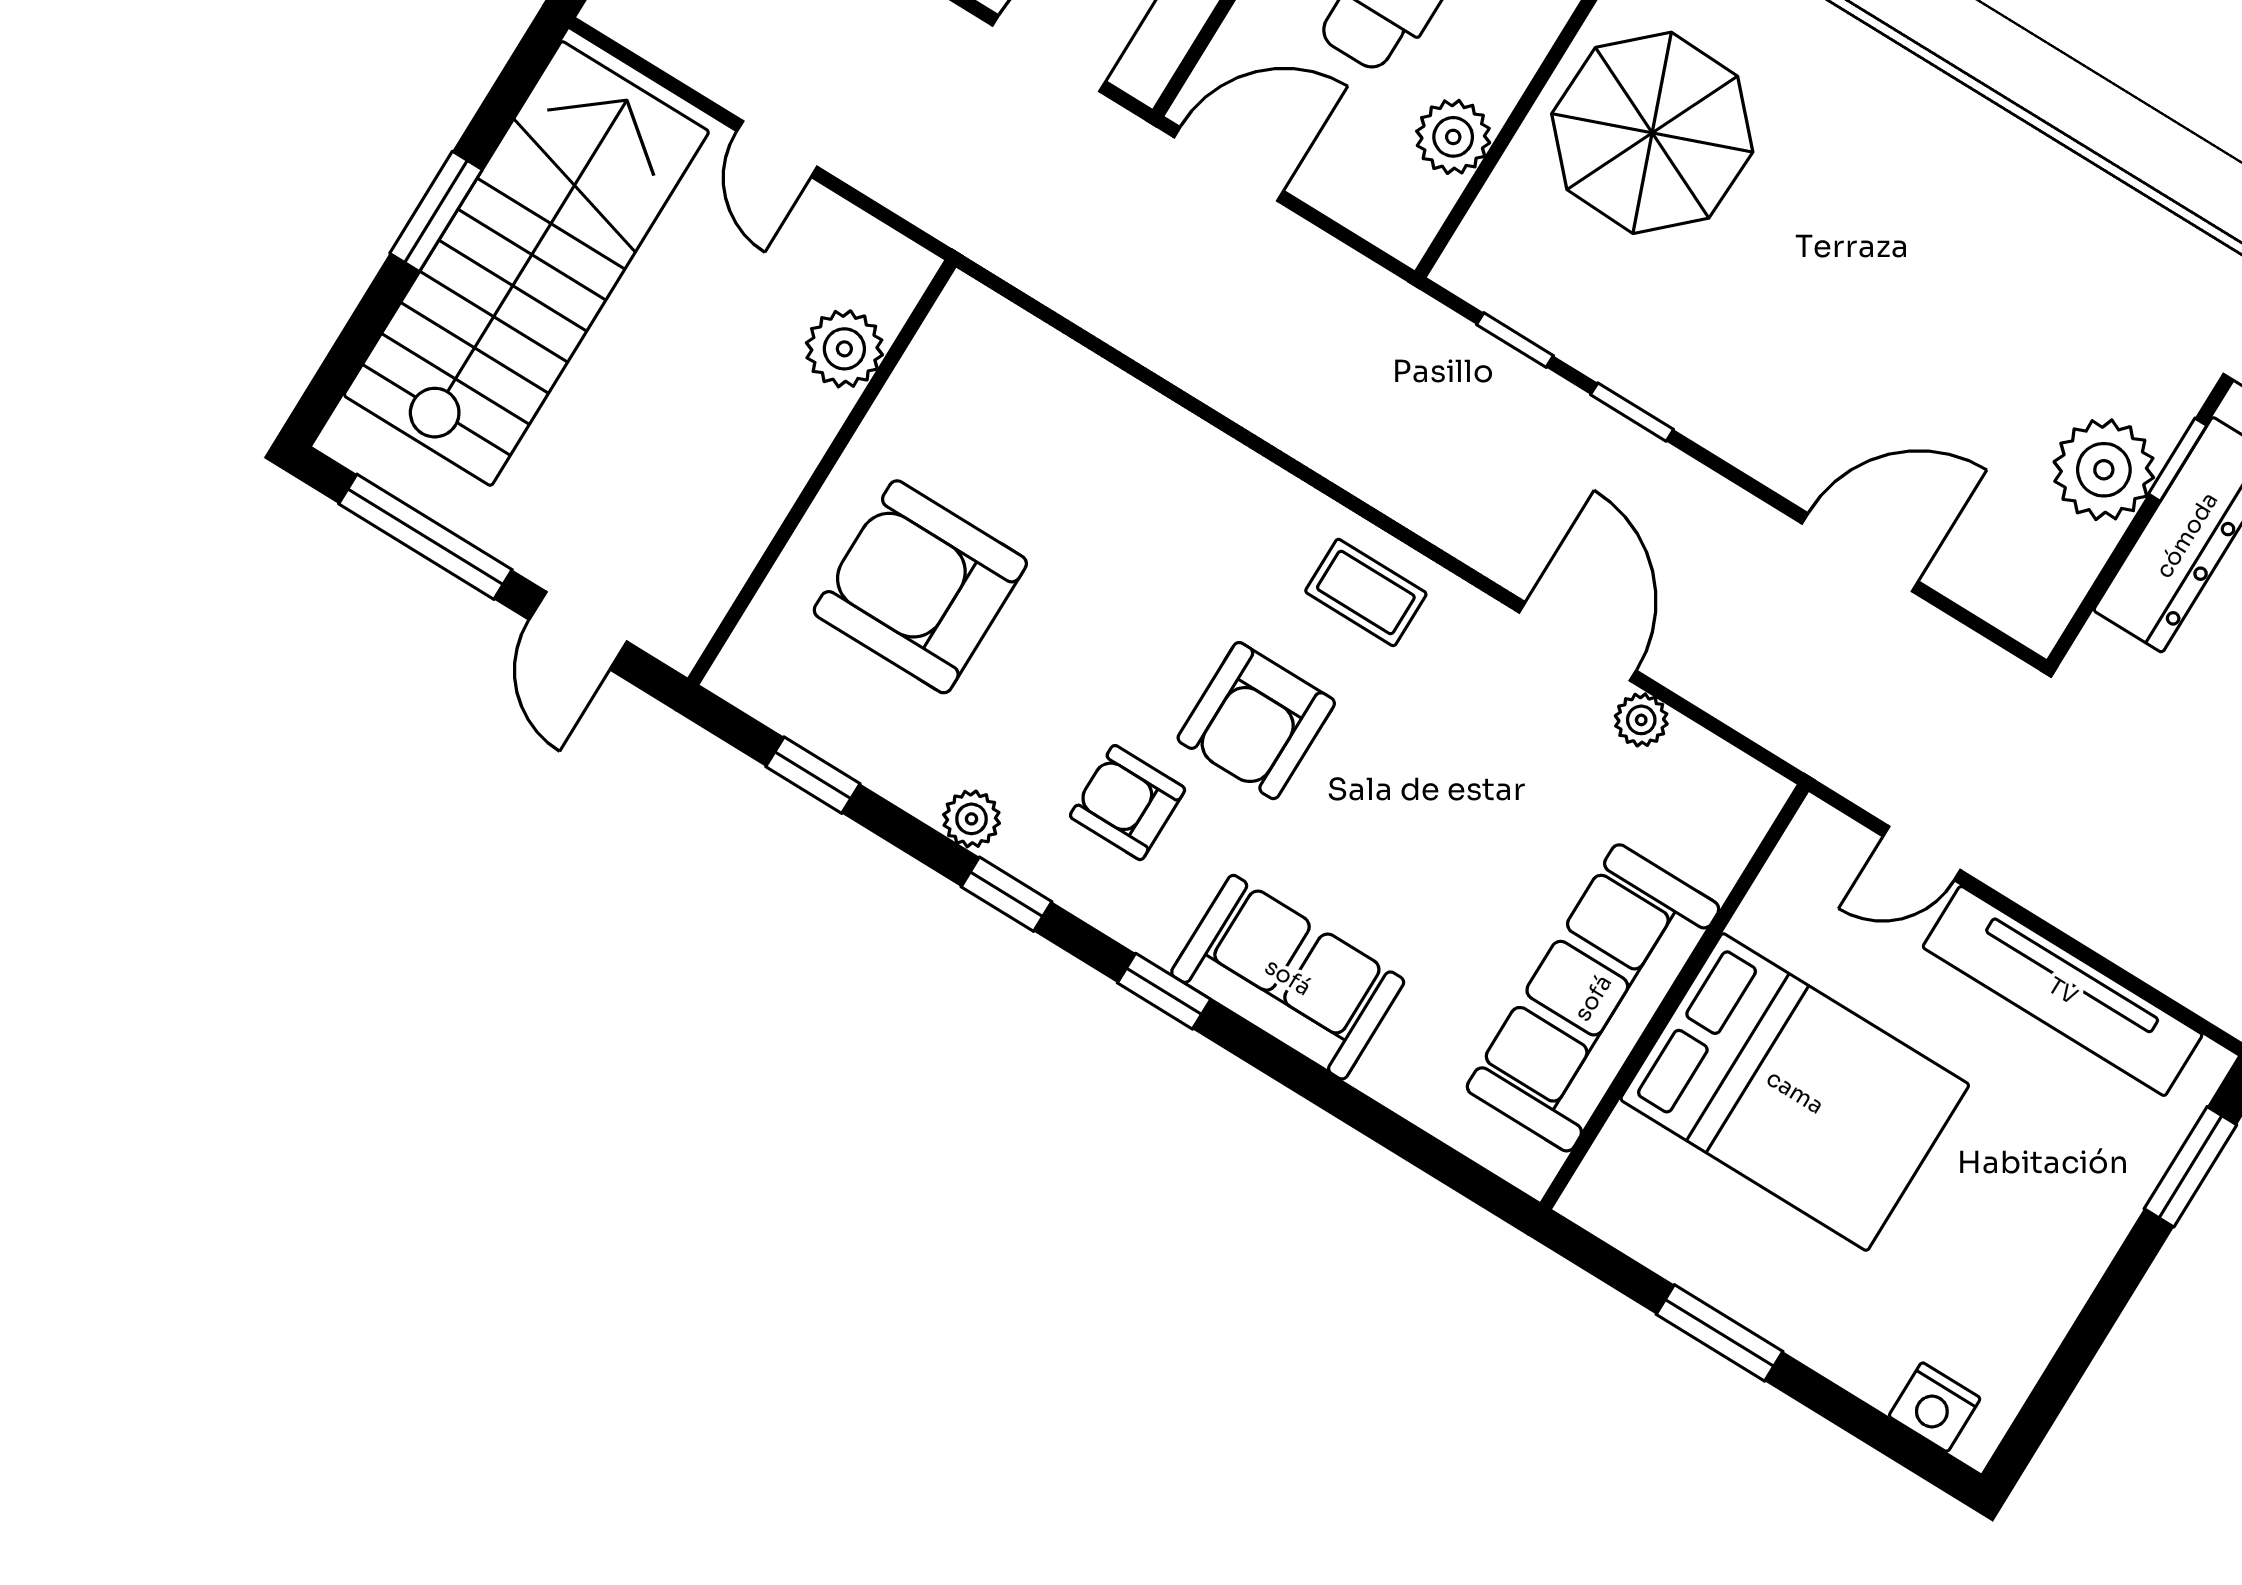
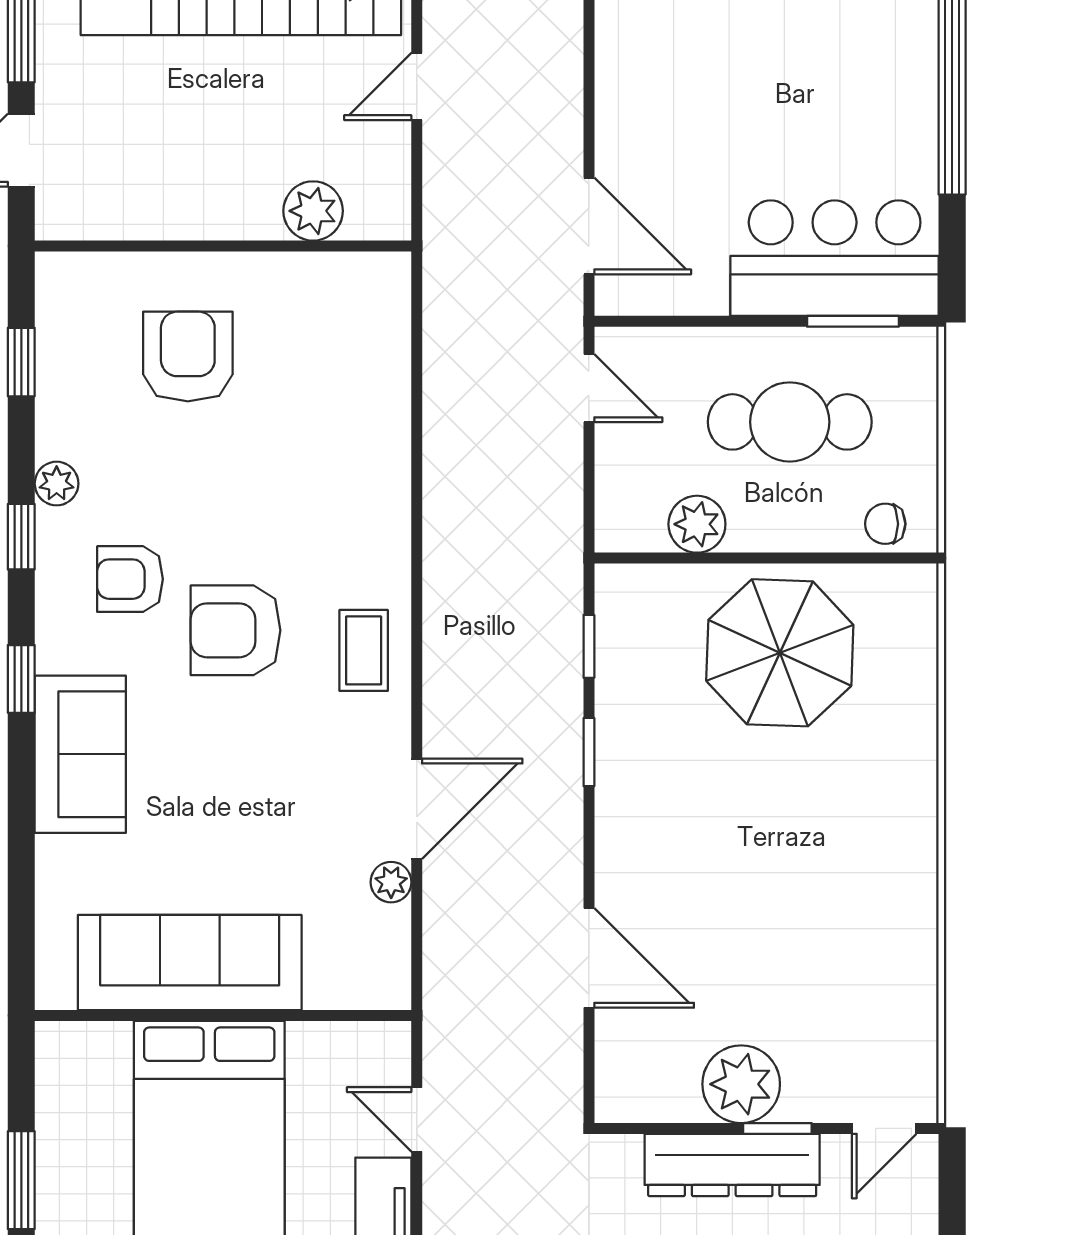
door: (1229, 164) -> (589, 388), width x0.73
armchair: (920, 587) -> (188, 357), width x0.73, depth x0.73
armchair: (1128, 803) -> (130, 579), turned -90

